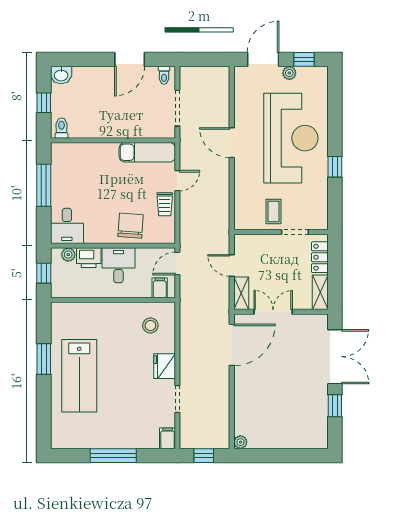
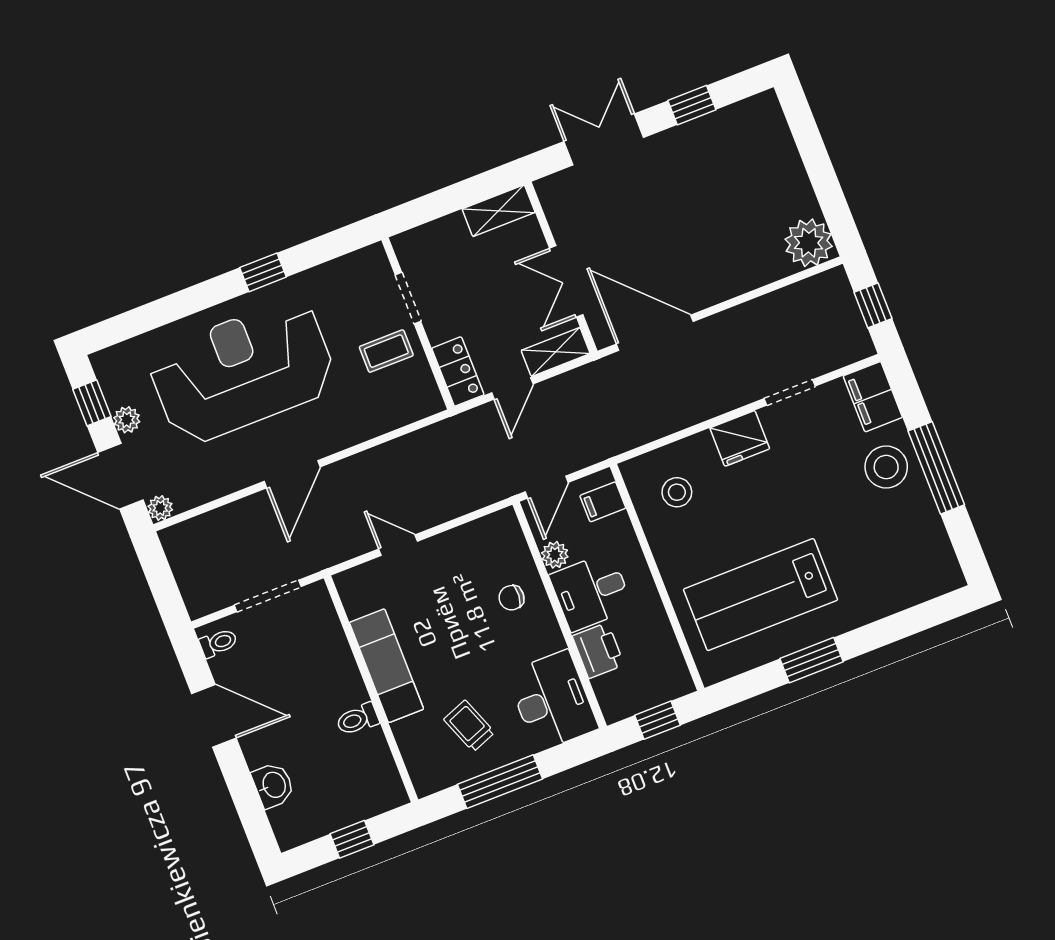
plant: (240, 73) -> (160, 508), added
washbasin: (61, 75) -> (273, 785), moved
toilet: (62, 128) -> (357, 719), moved
exam couch: (147, 152) -> (386, 666), moved
trolley: (165, 204) -> (469, 726), moved, turned -111
desk: (67, 226) -> (552, 701), width x1.37
chair: (131, 226) -> (512, 598), width x0.54, depth x0.54
plant: (68, 255) -> (555, 555), moved
locker: (320, 257) -> (458, 371), moved, turned -90
door: (177, 263) -> (547, 487), hinge flipped
double door: (335, 357) -> (604, 139), width x0.73
lab bench: (79, 376) -> (761, 595), moved, turned 180
stool: (123, 432) -> (886, 467), added
filing cabinet: (168, 438) -> (873, 397), width x2.00
plant: (240, 442) -> (809, 243), width x1.88, depth x1.88

